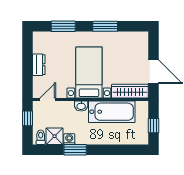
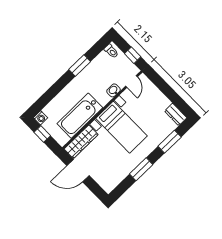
dresser: (39, 65) -> (176, 114), moved
washbasin: (81, 106) -> (113, 90), moved
shower: (55, 136) -> (103, 61), removed
washing machine: (69, 139) -> (40, 118), moved

